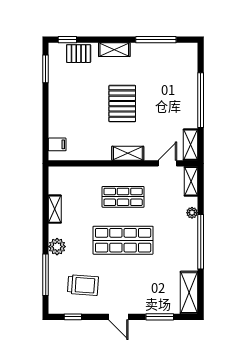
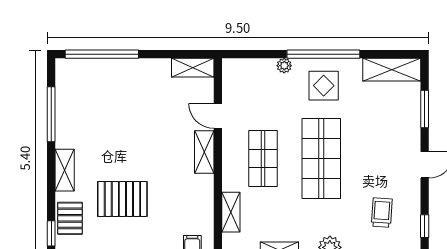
window: (201, 100) -> (102, 54), moved
pallet: (122, 104) -> (122, 199), moved
door: (167, 163) -> (218, 116), moved
shelving: (191, 181) -> (231, 212), moved, turned 90
display table: (177, 242) -> (324, 86), added
trolley: (83, 285) -> (382, 213), width x0.73, depth x0.72

